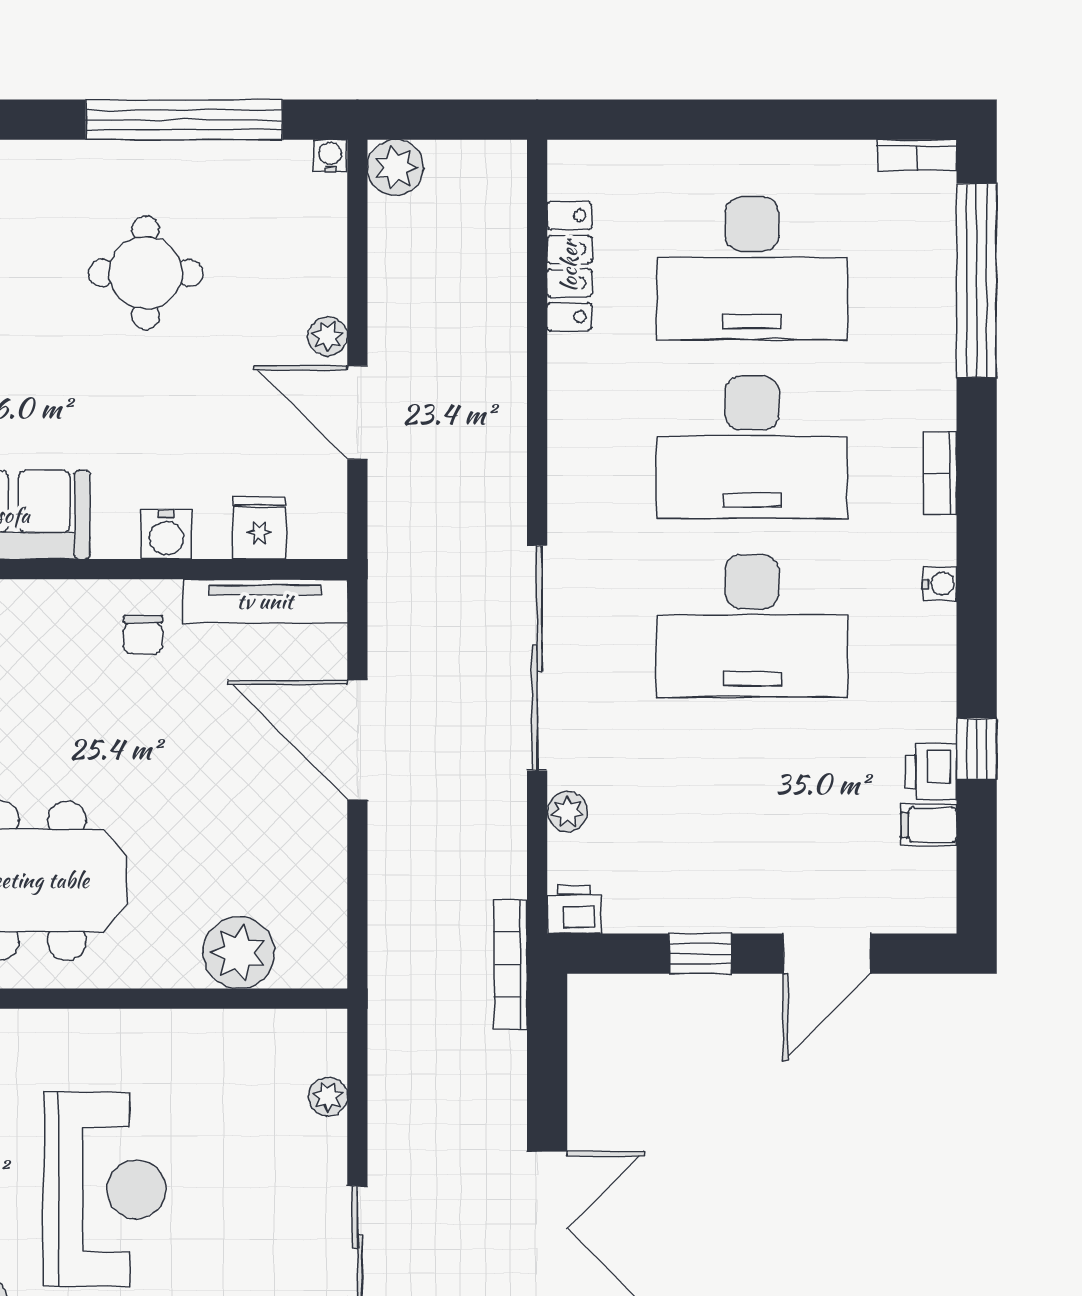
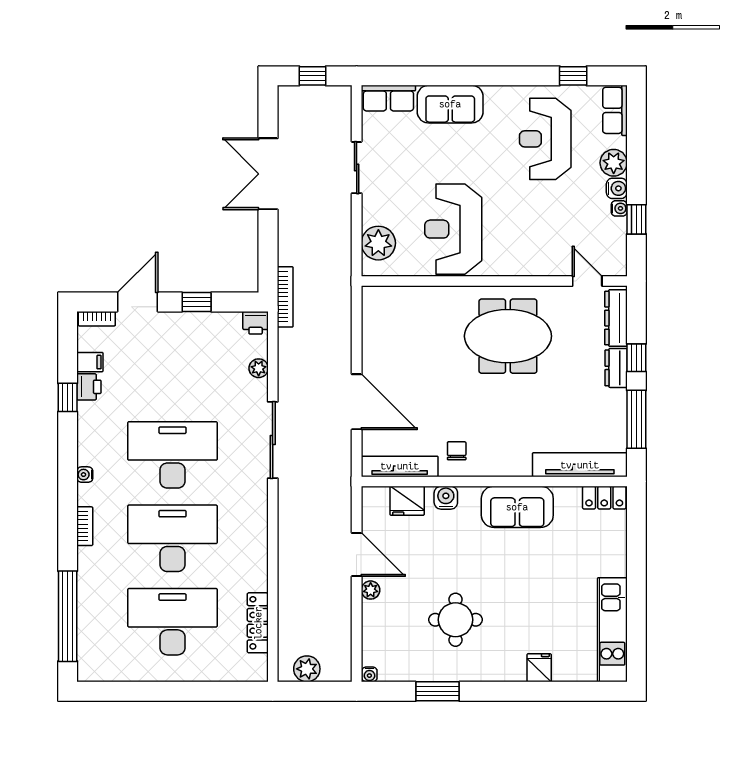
window: (184, 120) -> (438, 691), width x0.47
bookcase: (917, 155) -> (97, 319), moved, turned 180
plant: (395, 168) -> (307, 669), moved
fridge: (259, 528) -> (407, 501), width x1.38
sliding door: (537, 658) -> (273, 440), width x0.73
plant: (239, 953) -> (412, 302), removed
plant: (328, 1097) -> (378, 243), width x1.88, depth x1.88
reception desk: (105, 1189) -> (453, 229), moved

